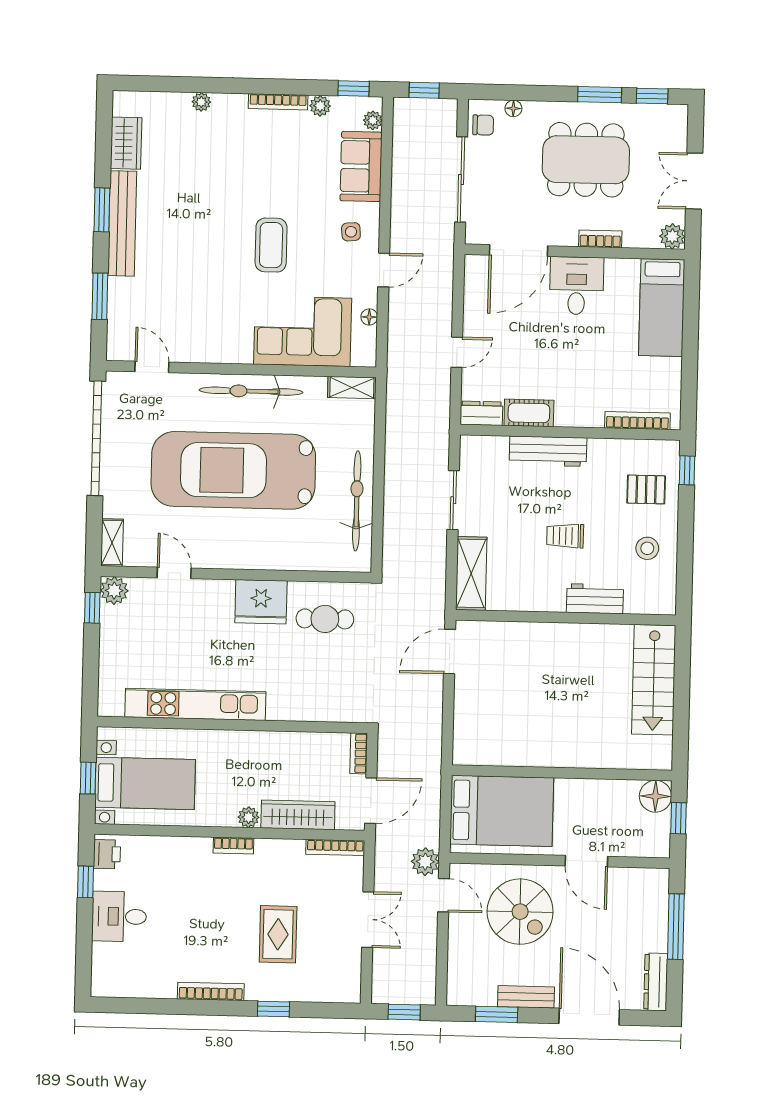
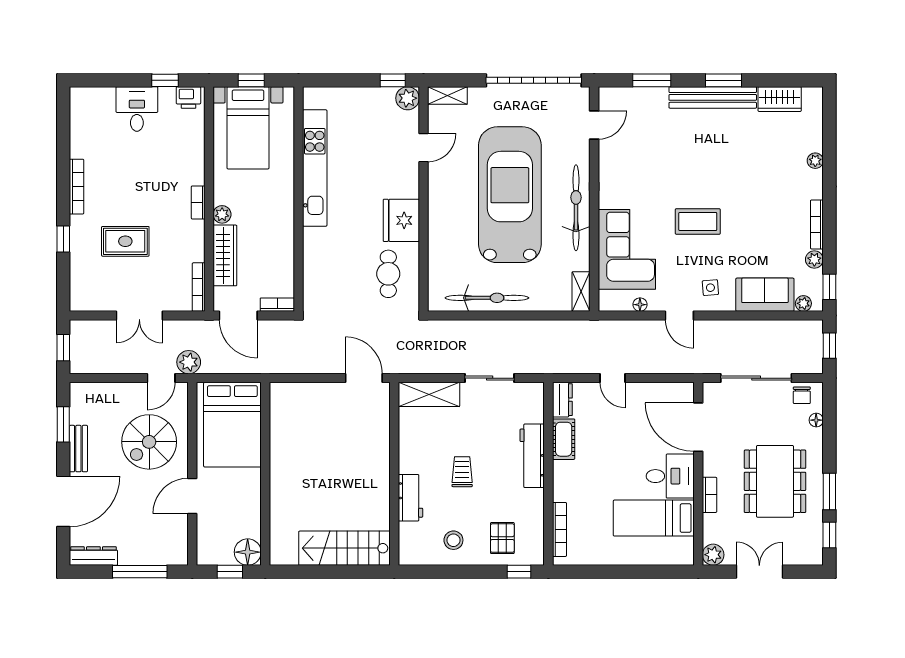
bed: (662, 308) -> (654, 518), moved

